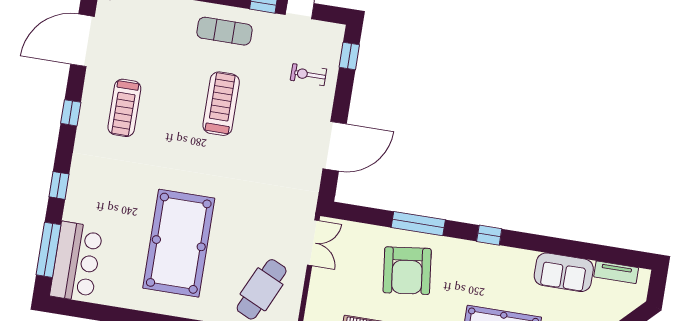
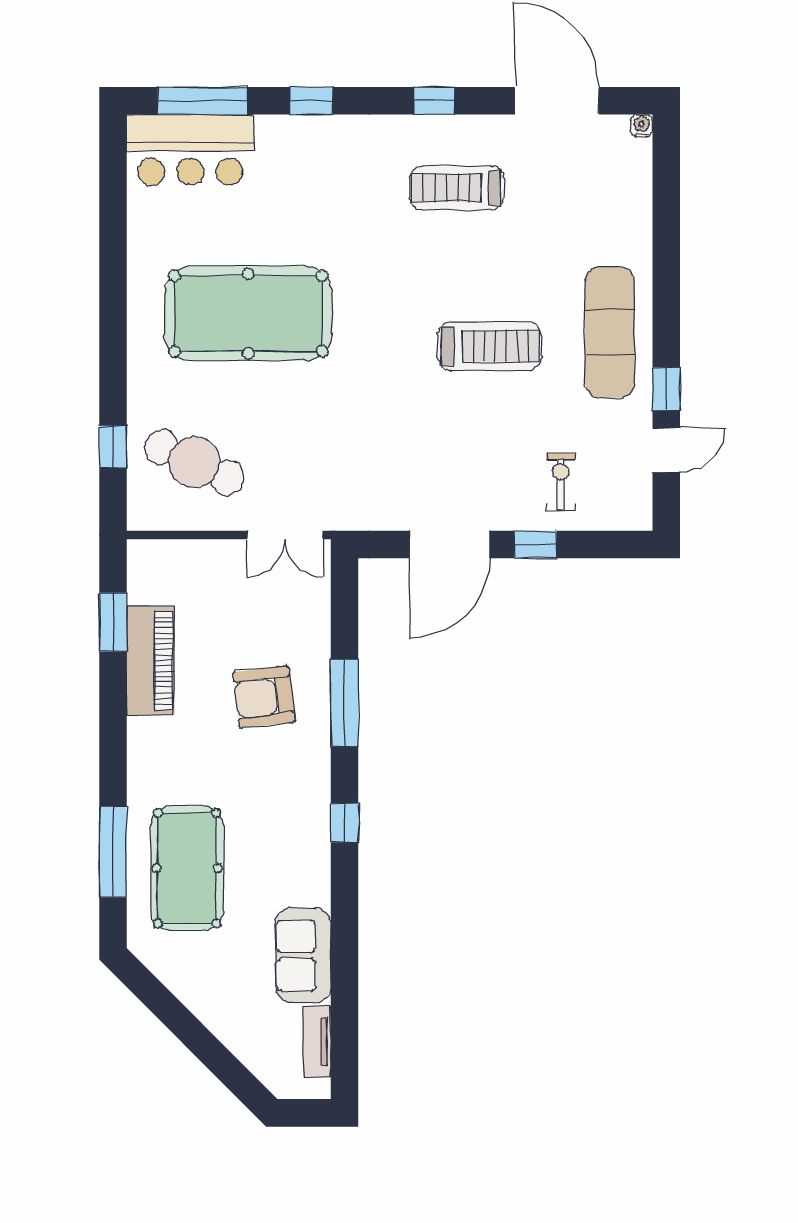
exercise mat: (224, 31) -> (610, 332), width x1.36, depth x1.45
window: (349, 56) -> (536, 544), moved
door: (335, 146) -> (450, 544), hinge flipped
armchair: (407, 271) -> (264, 697), width x0.73, depth x0.73

